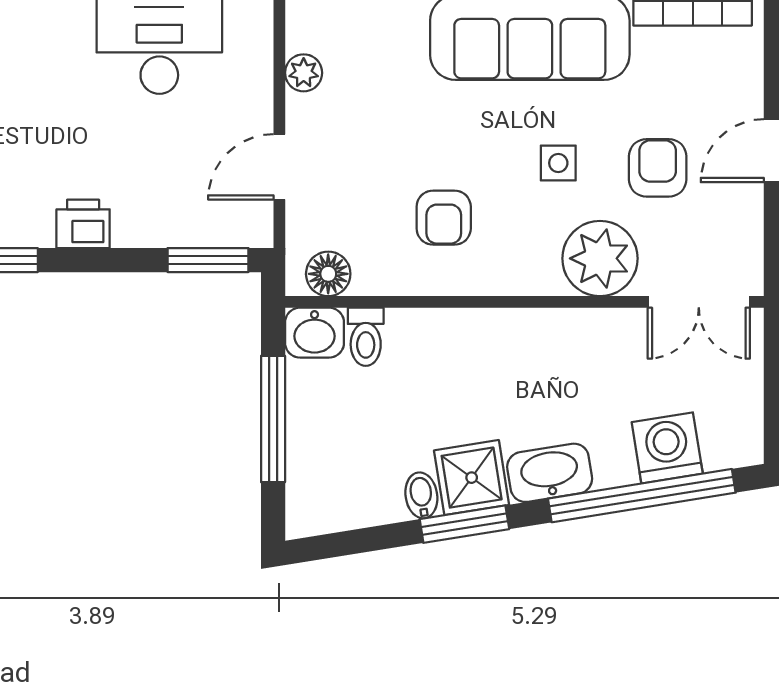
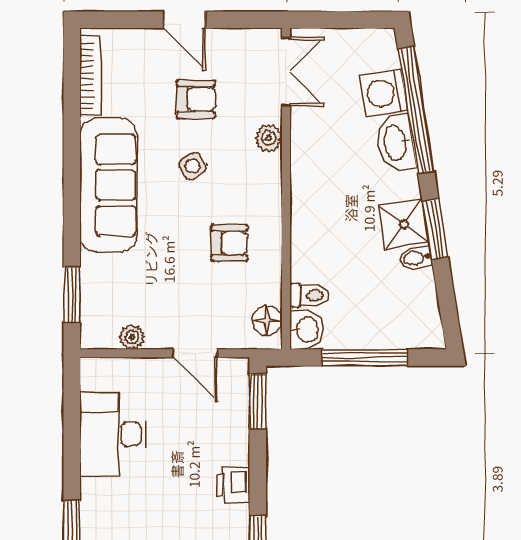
side table: (558, 163) -> (193, 166), turned -31
armchair: (658, 168) -> (196, 99), turned 180
plant: (600, 258) -> (269, 138), width x0.53, depth x0.53
washbasin: (550, 473) -> (396, 143), moved

